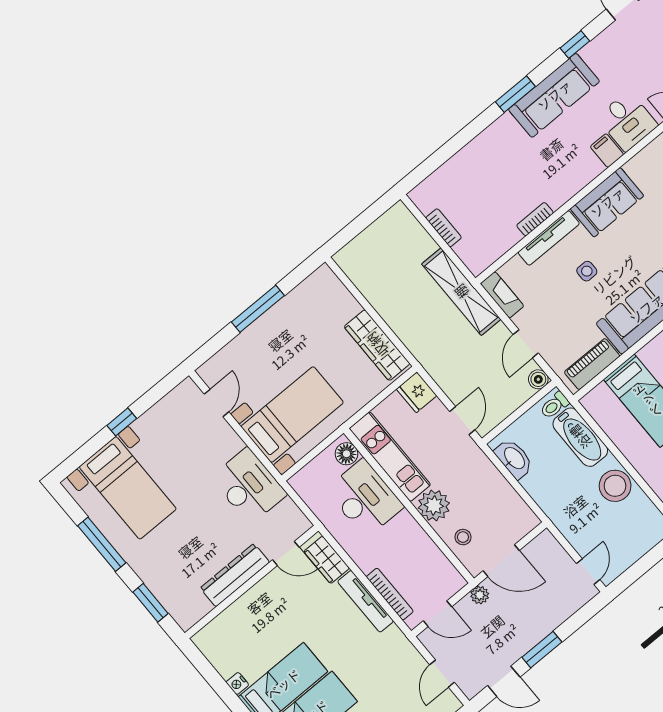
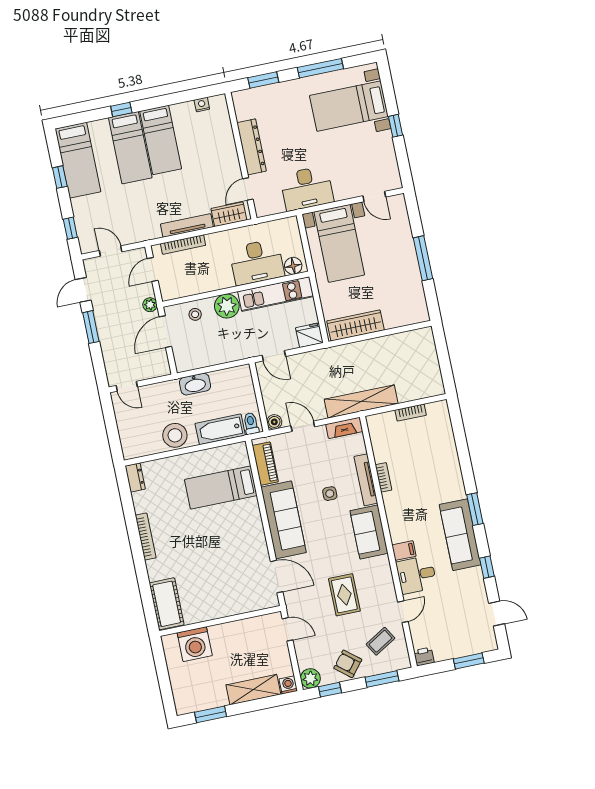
washbasin: (514, 459) -> (195, 384), moved
nightstand: (237, 684) -> (202, 104), moved

